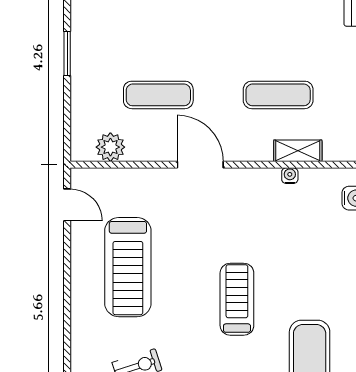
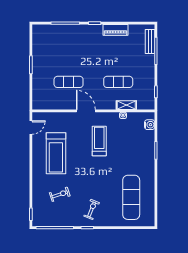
plant: (110, 147) -> (49, 104), removed
door: (67, 205) -> (31, 128), hinge flipped
treadmill: (237, 299) -> (99, 141), moved

